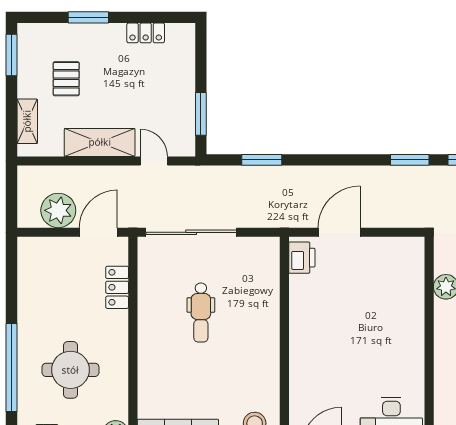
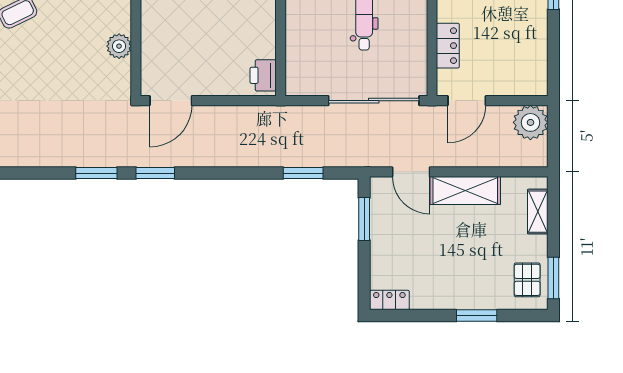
locker: (146, 33) -> (389, 300), moved
pallet: (66, 79) -> (527, 280), moved
door: (154, 161) -> (411, 172), width x1.38
plant: (58, 210) -> (530, 122), moved
door: (339, 232) -> (171, 101), moved

